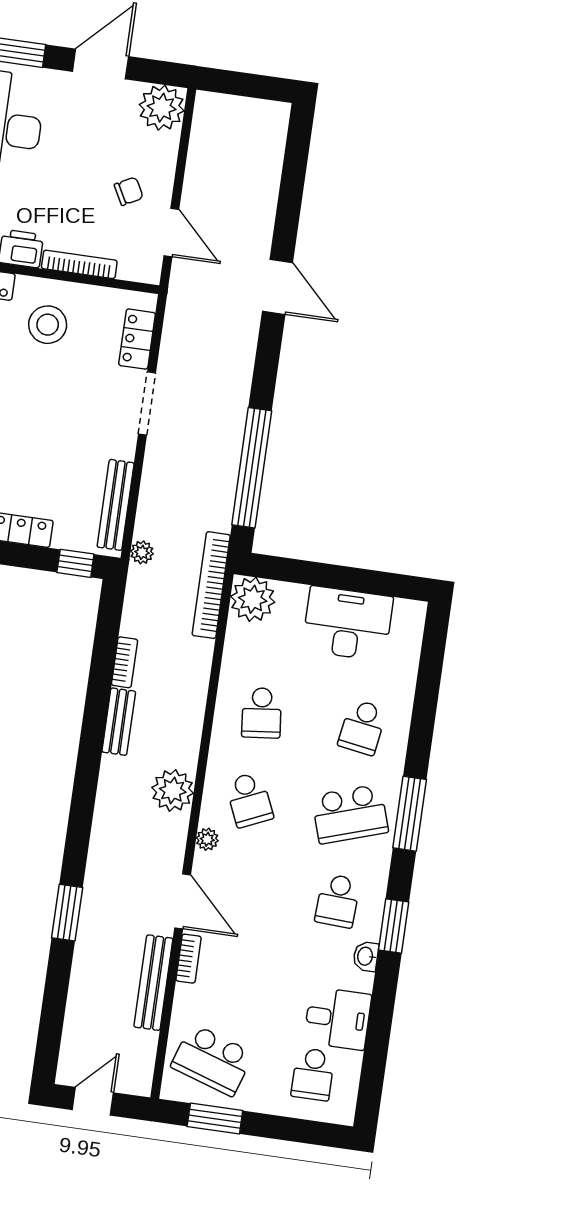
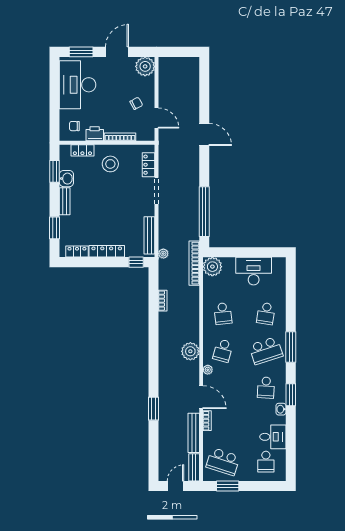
bench: (119, 722) -> (194, 467), moved
school desk: (249, 800) -> (223, 351), turned 39

